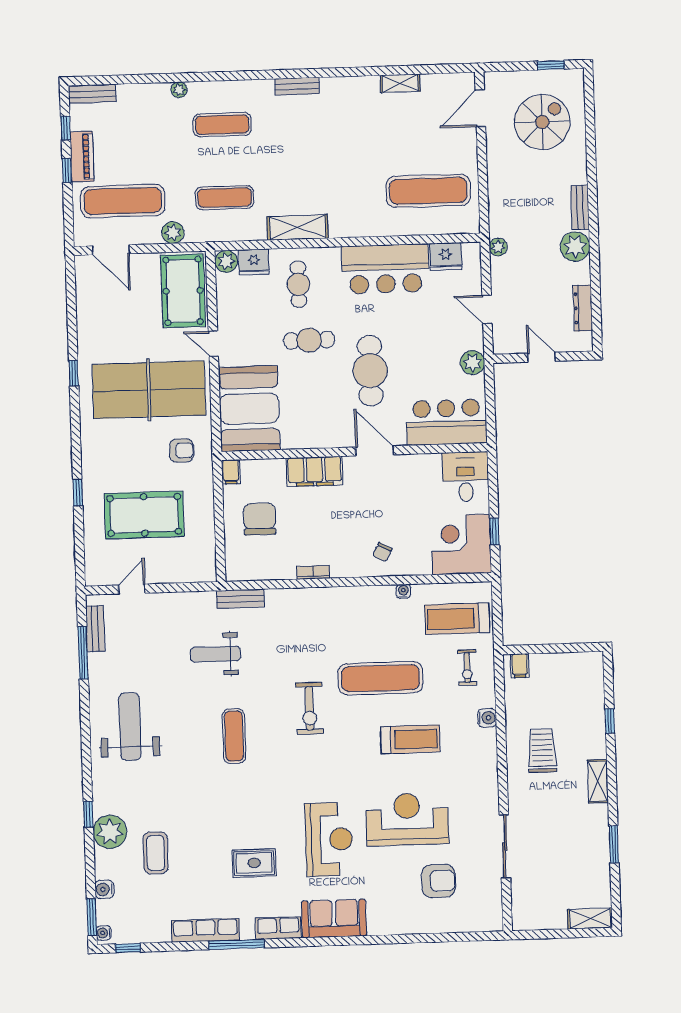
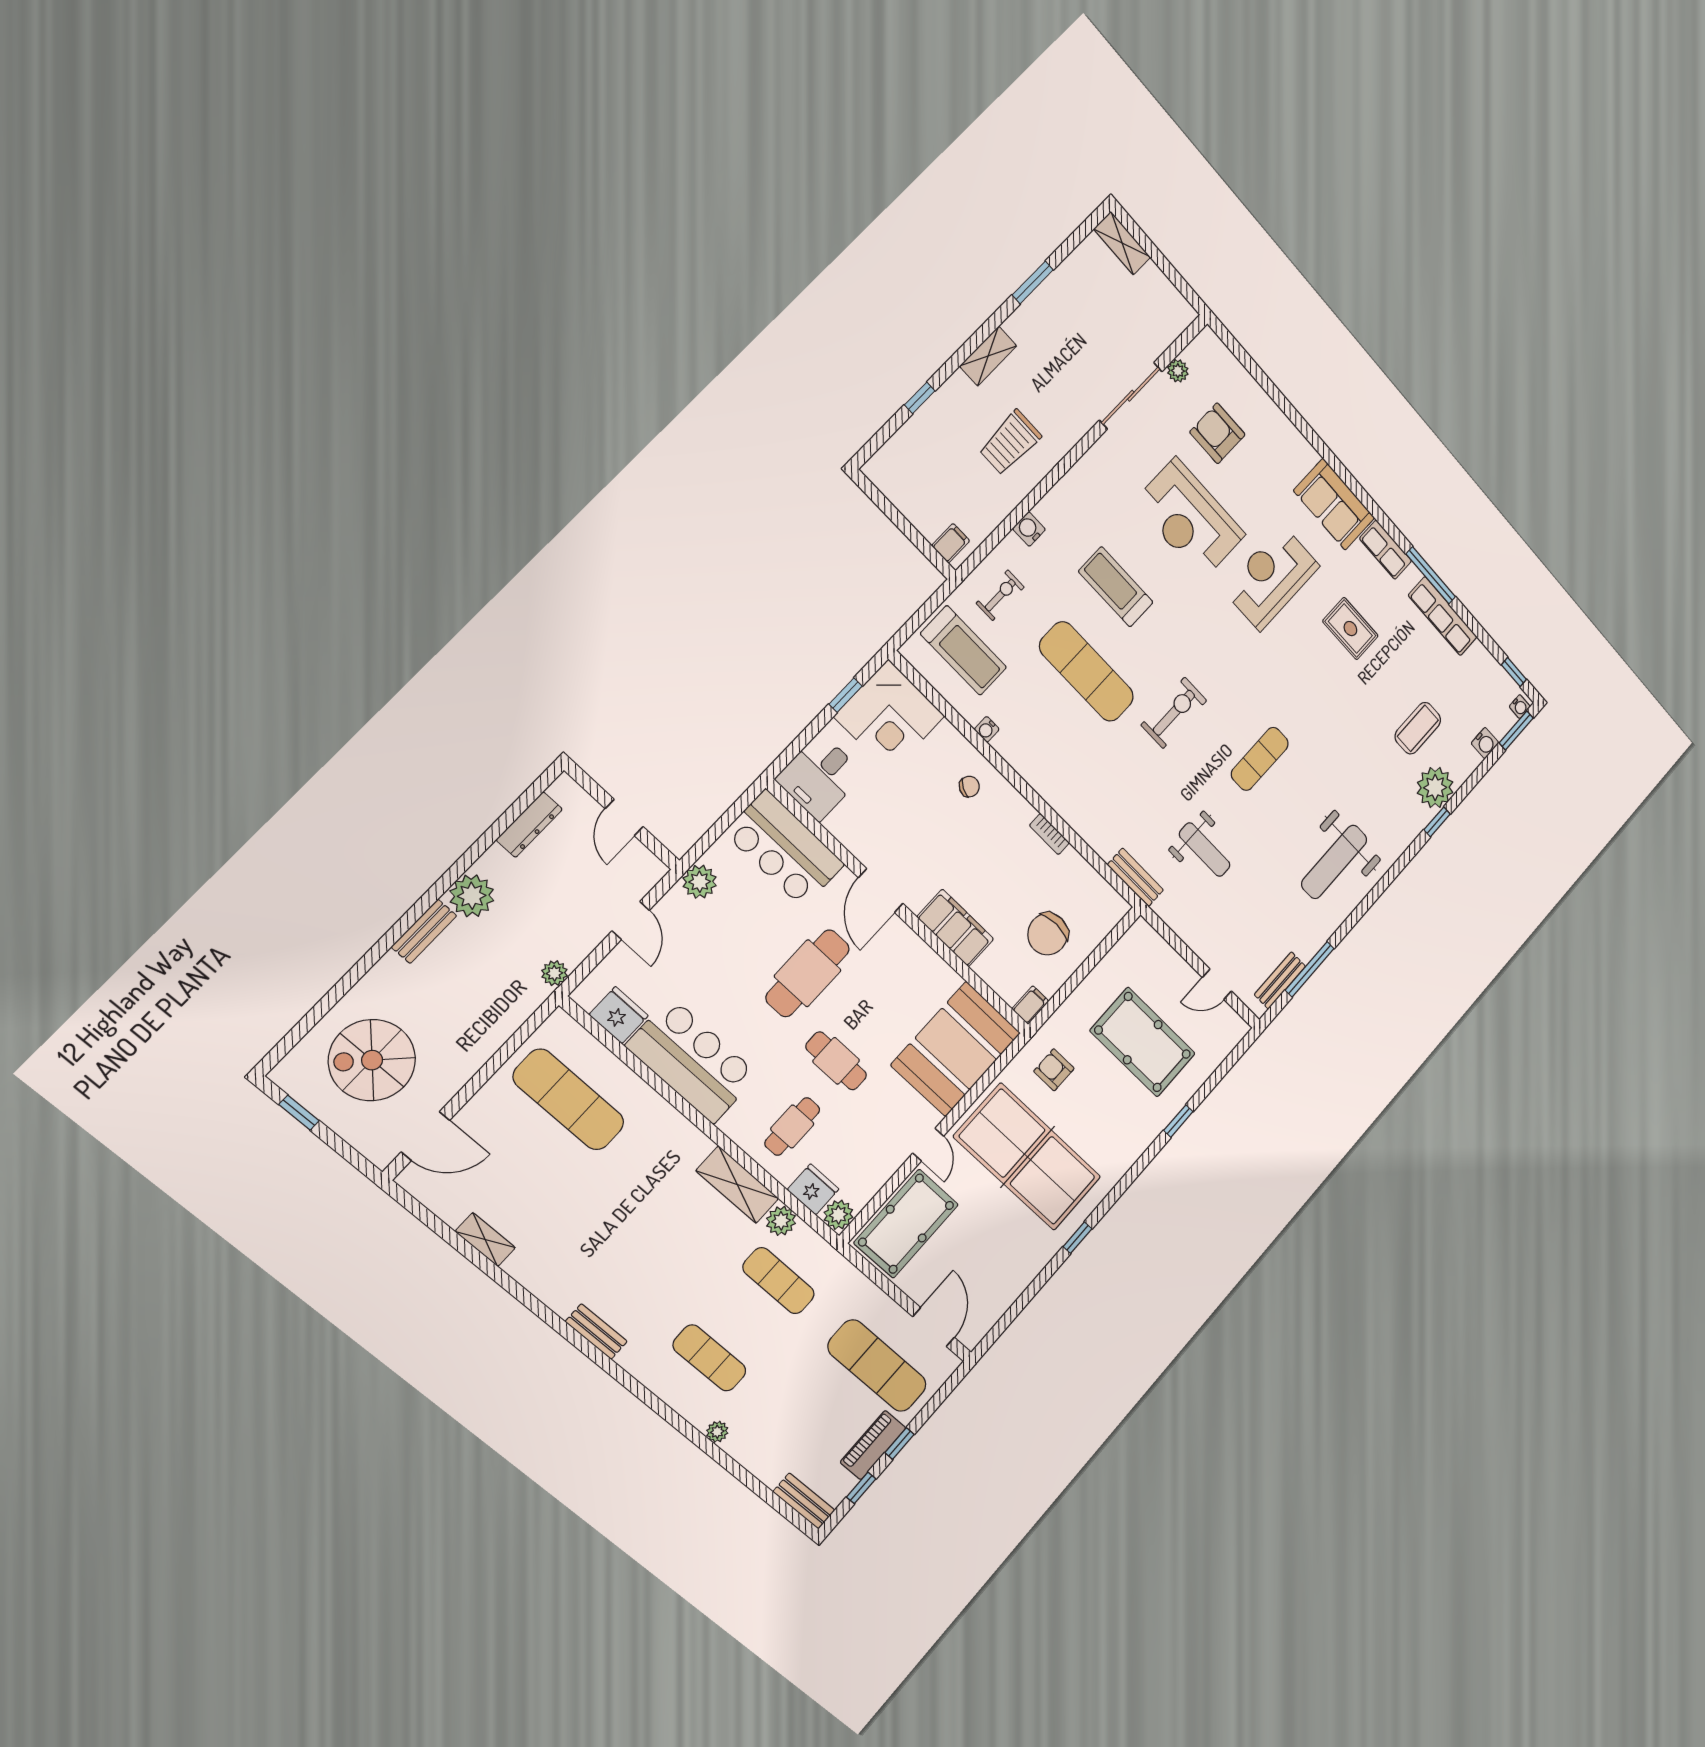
plant: (173, 233) -> (781, 1221), moved
plant: (493, 888) -> (1178, 371), added

